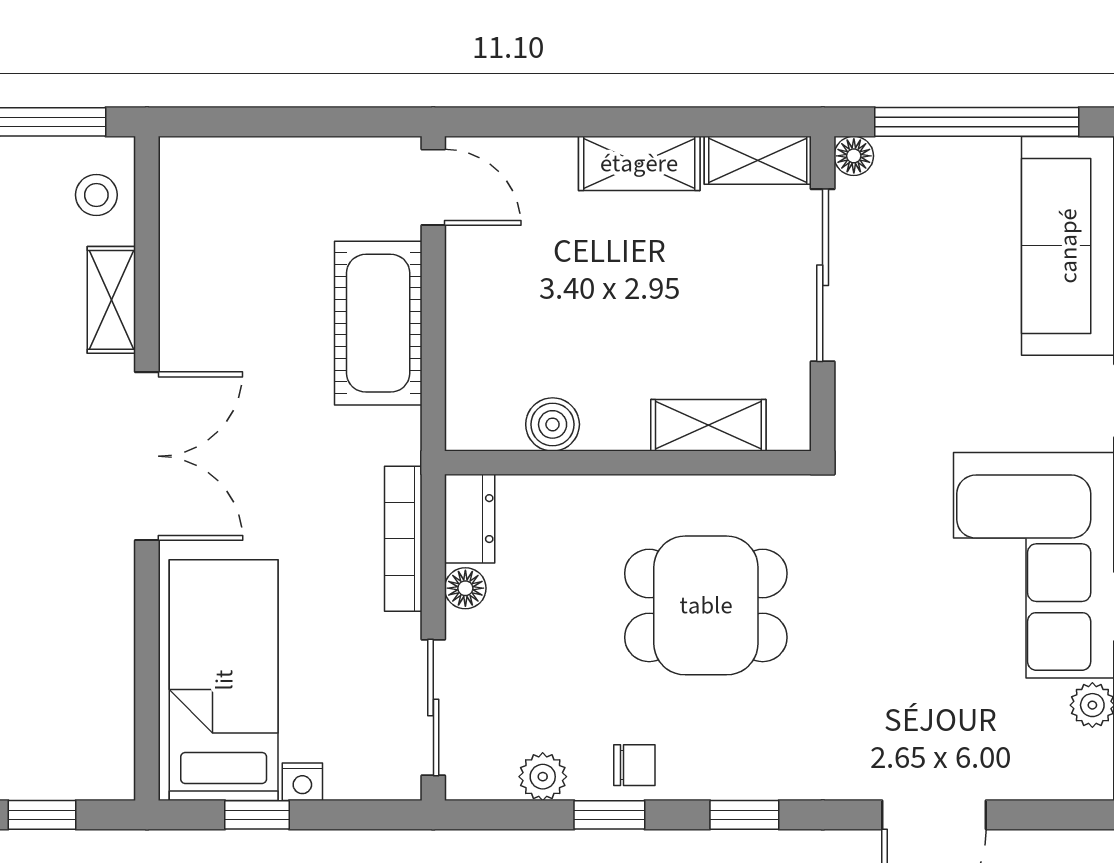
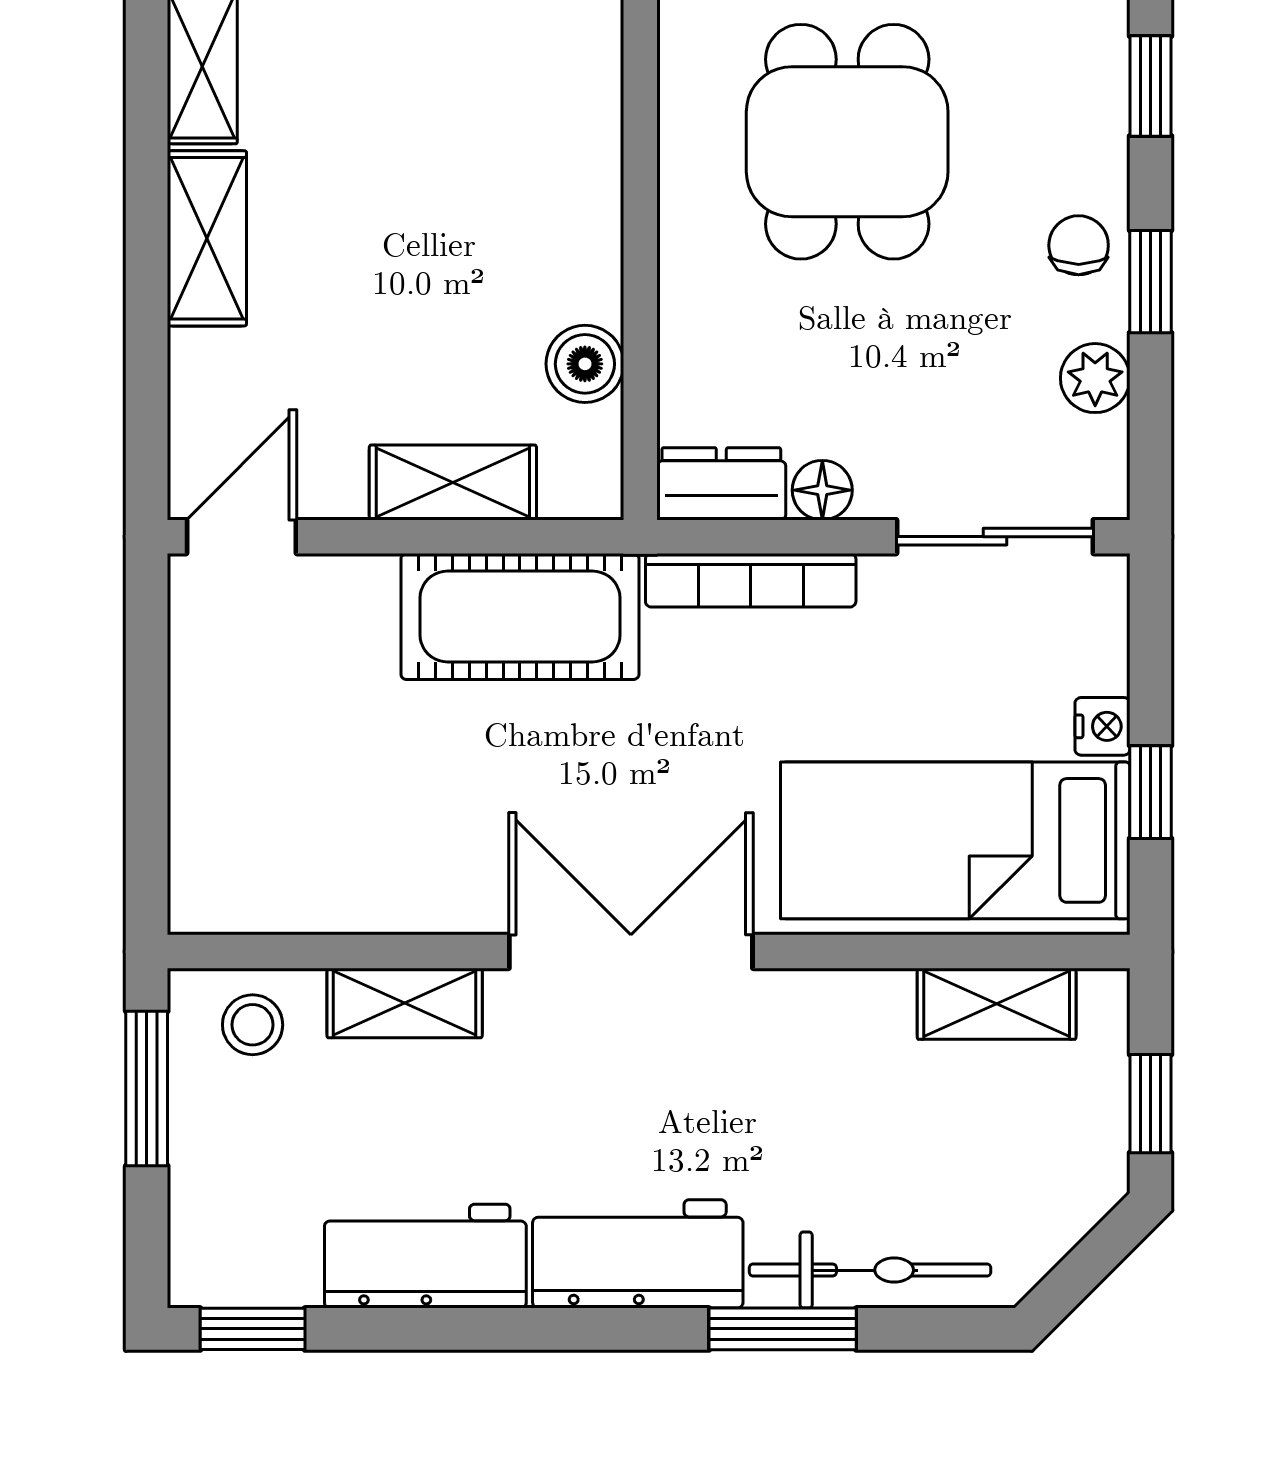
cot: (378, 323) -> (520, 617), moved
shelving: (708, 425) -> (453, 483), moved, turned 90
shelving: (111, 709) -> (997, 1004), added

